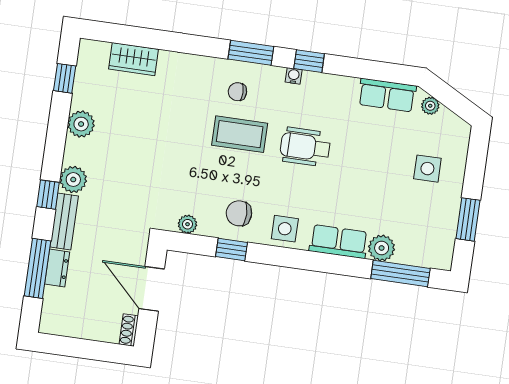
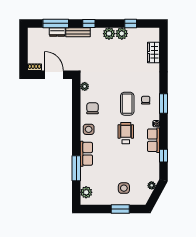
window: (309, 61) -> (164, 156), moved
window: (65, 78) -> (131, 23), moved
row of seats: (387, 95) -> (154, 140), moved
plant: (73, 180) -> (109, 34), moved
window: (468, 219) -> (120, 209), moved
plant: (382, 248) -> (86, 192), moved
window: (232, 249) -> (76, 107), removed
window: (400, 273) -> (76, 168), moved
door: (152, 289) -> (54, 75), hinge flipped

